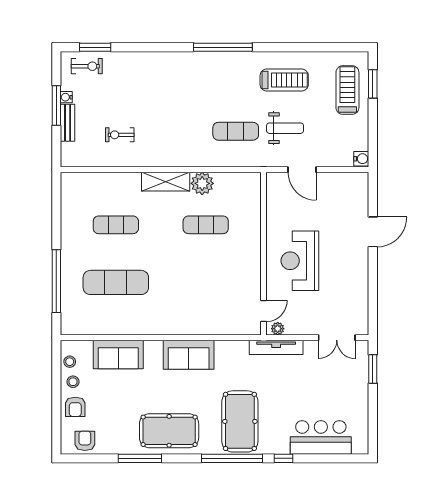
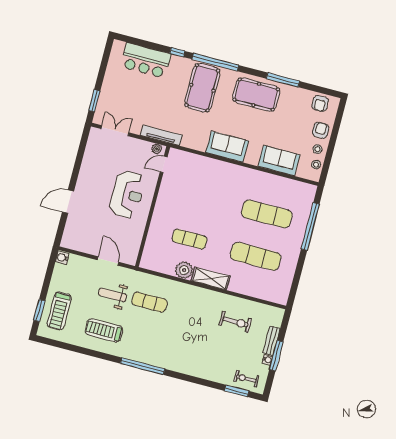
exercise bike: (120, 135) -> (235, 322), width x1.38, depth x1.39
exercise mat: (116, 225) -> (256, 256), width x1.36, depth x1.45

